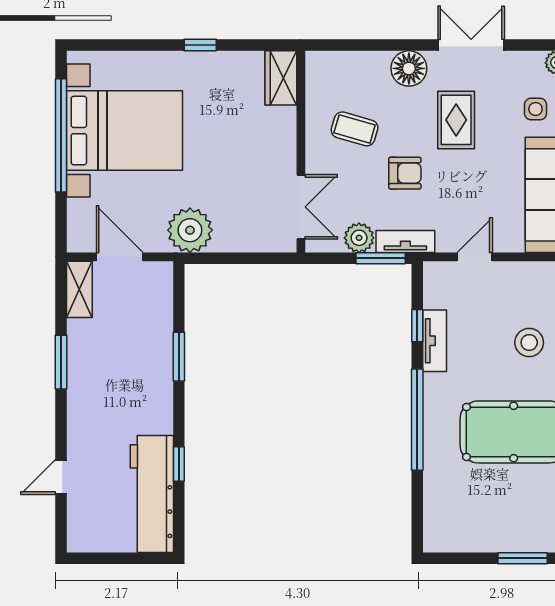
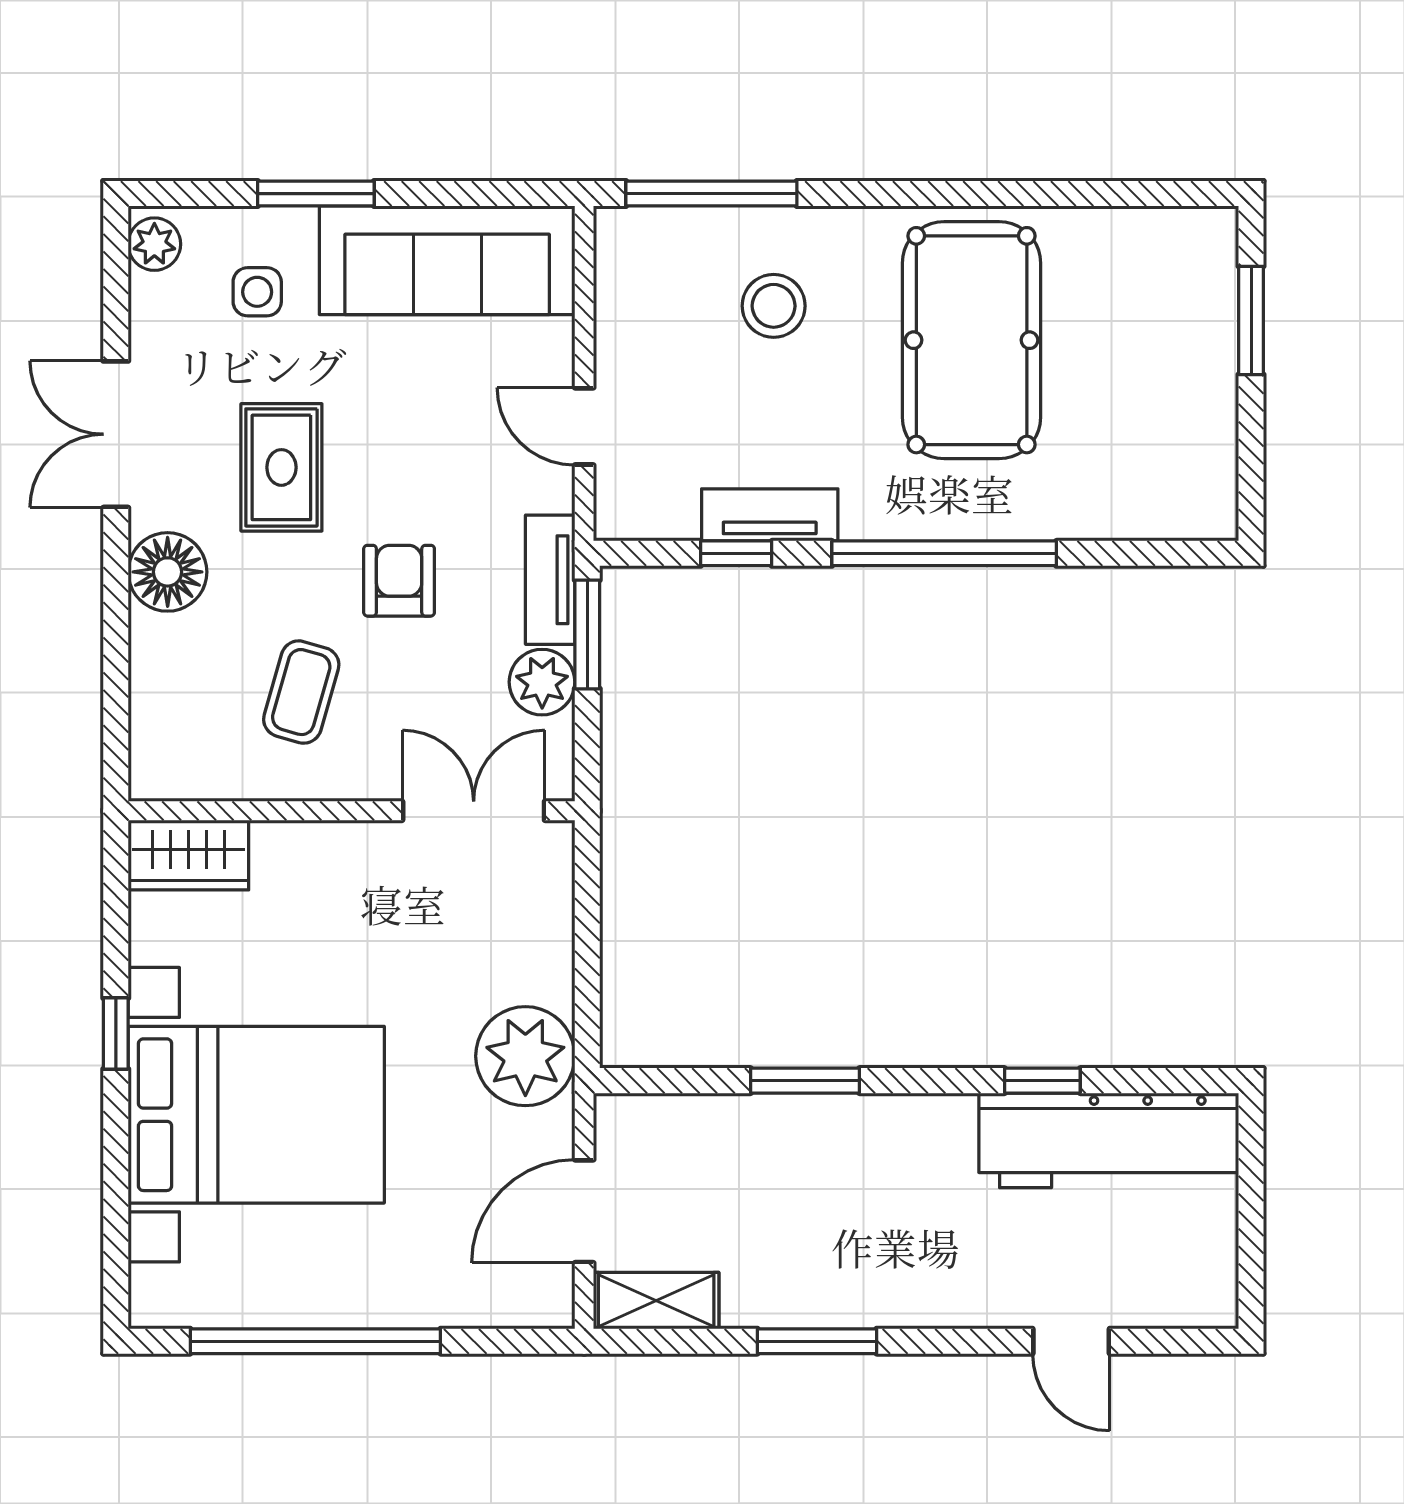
rug: (456, 120) -> (281, 467), turned 90
bed with nightstands: (125, 131) -> (256, 1115), moved, turned 90

